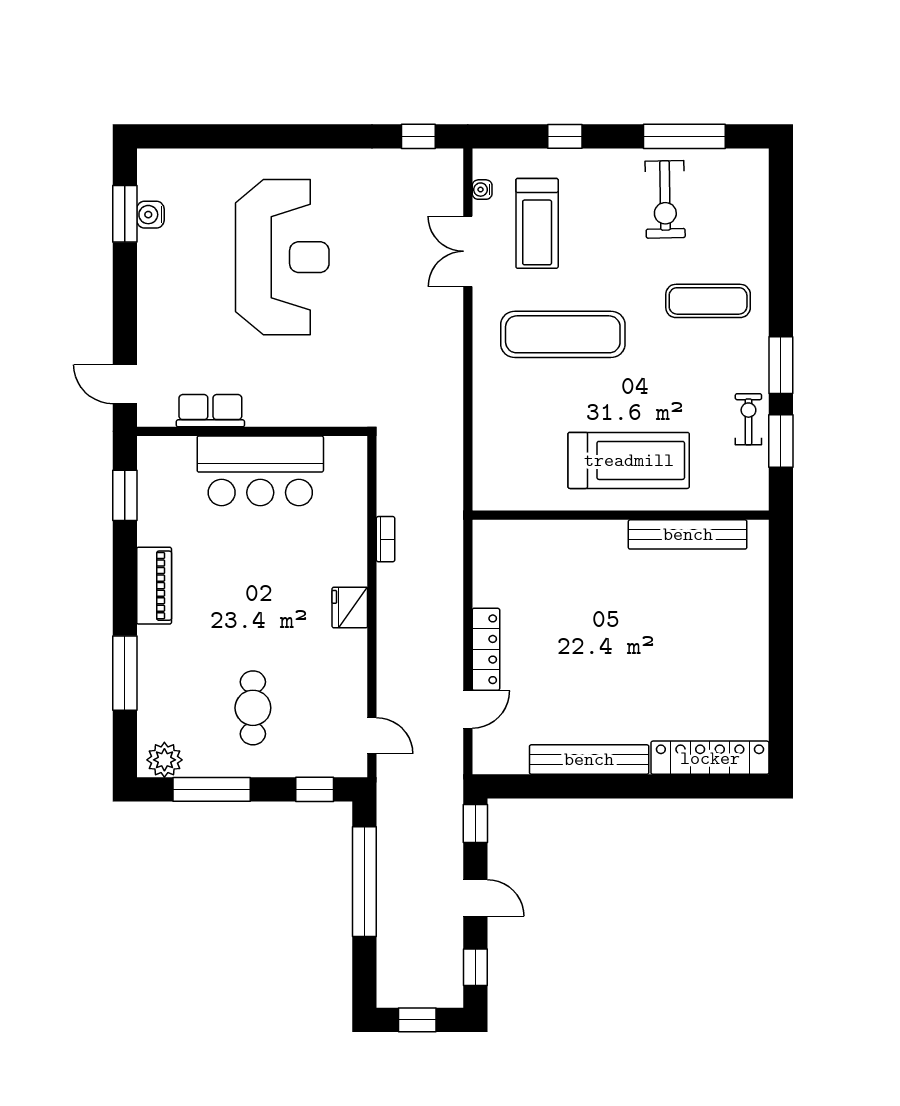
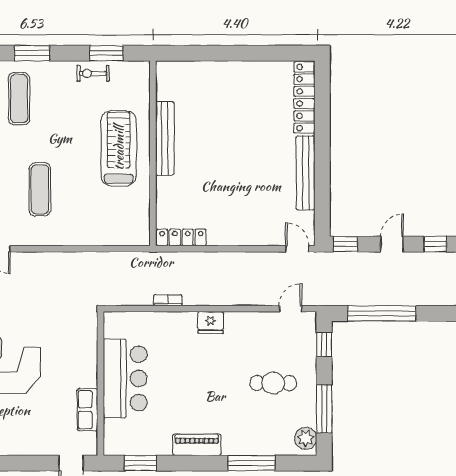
exercise mat: (563, 334) -> (40, 189), width x0.73, depth x0.69
window: (781, 365) -> (32, 53), moved
bench: (688, 534) -> (165, 138), moved
locker: (486, 649) -> (181, 237), moved
door: (468, 709) -> (297, 249), moved

